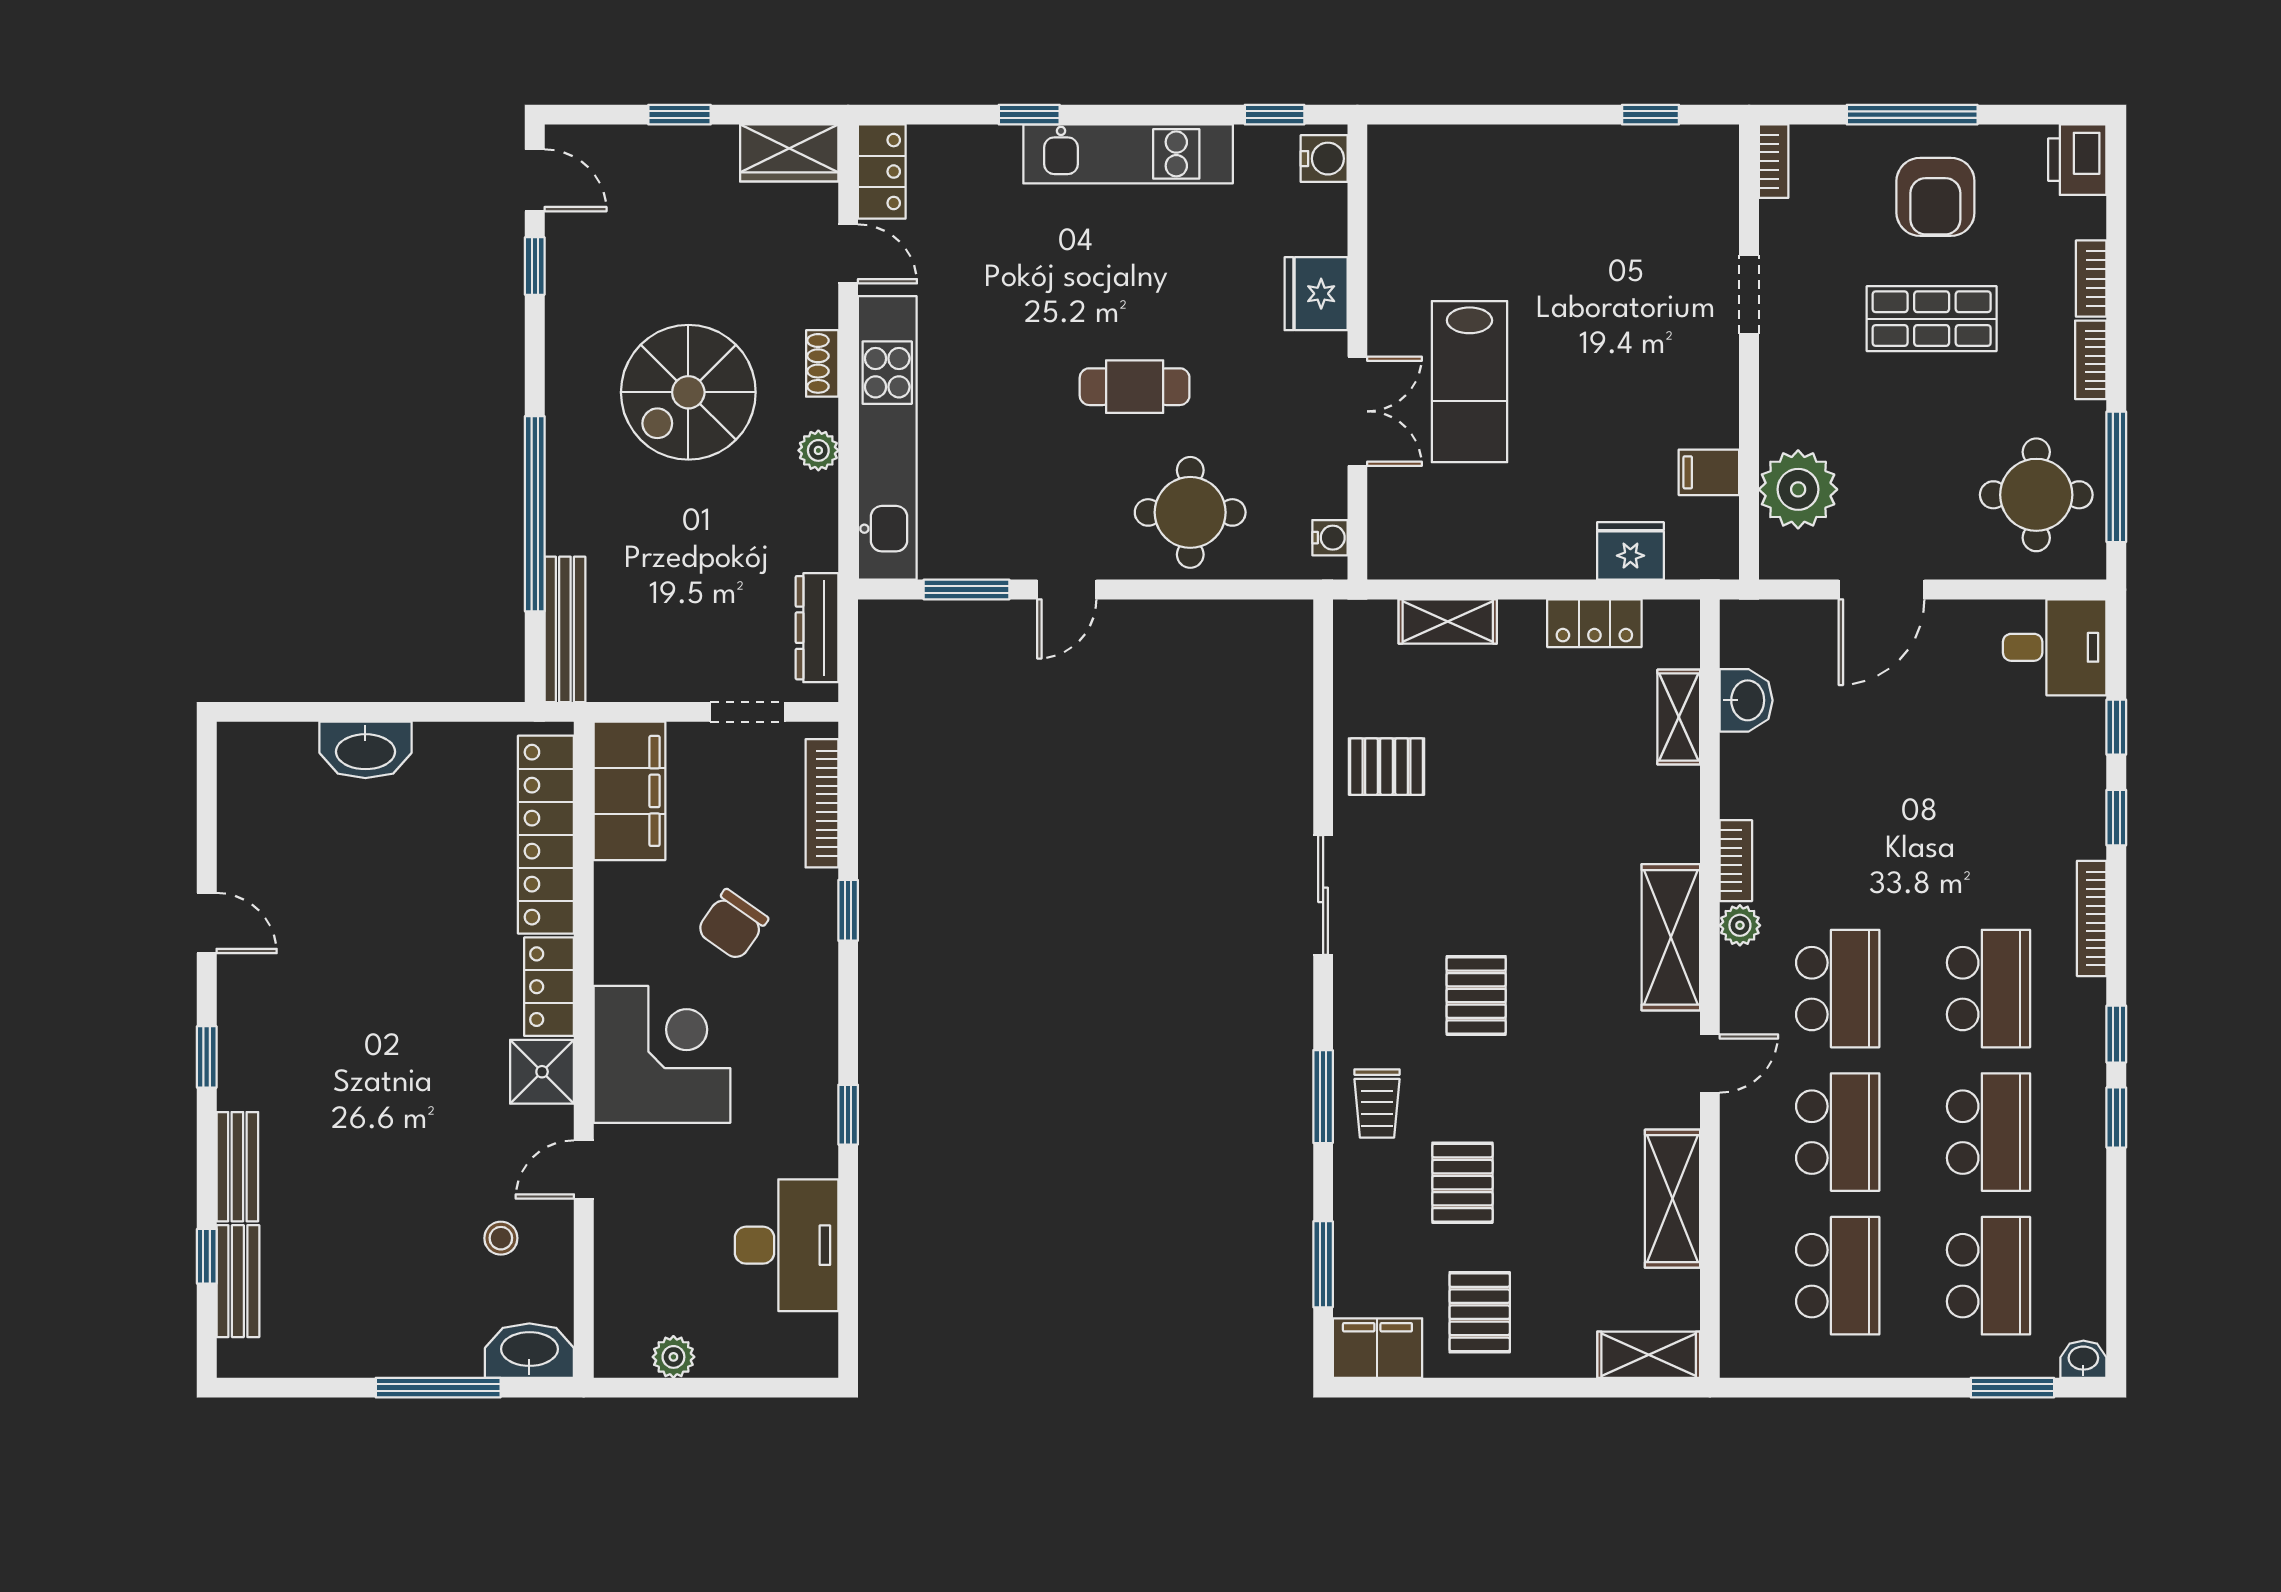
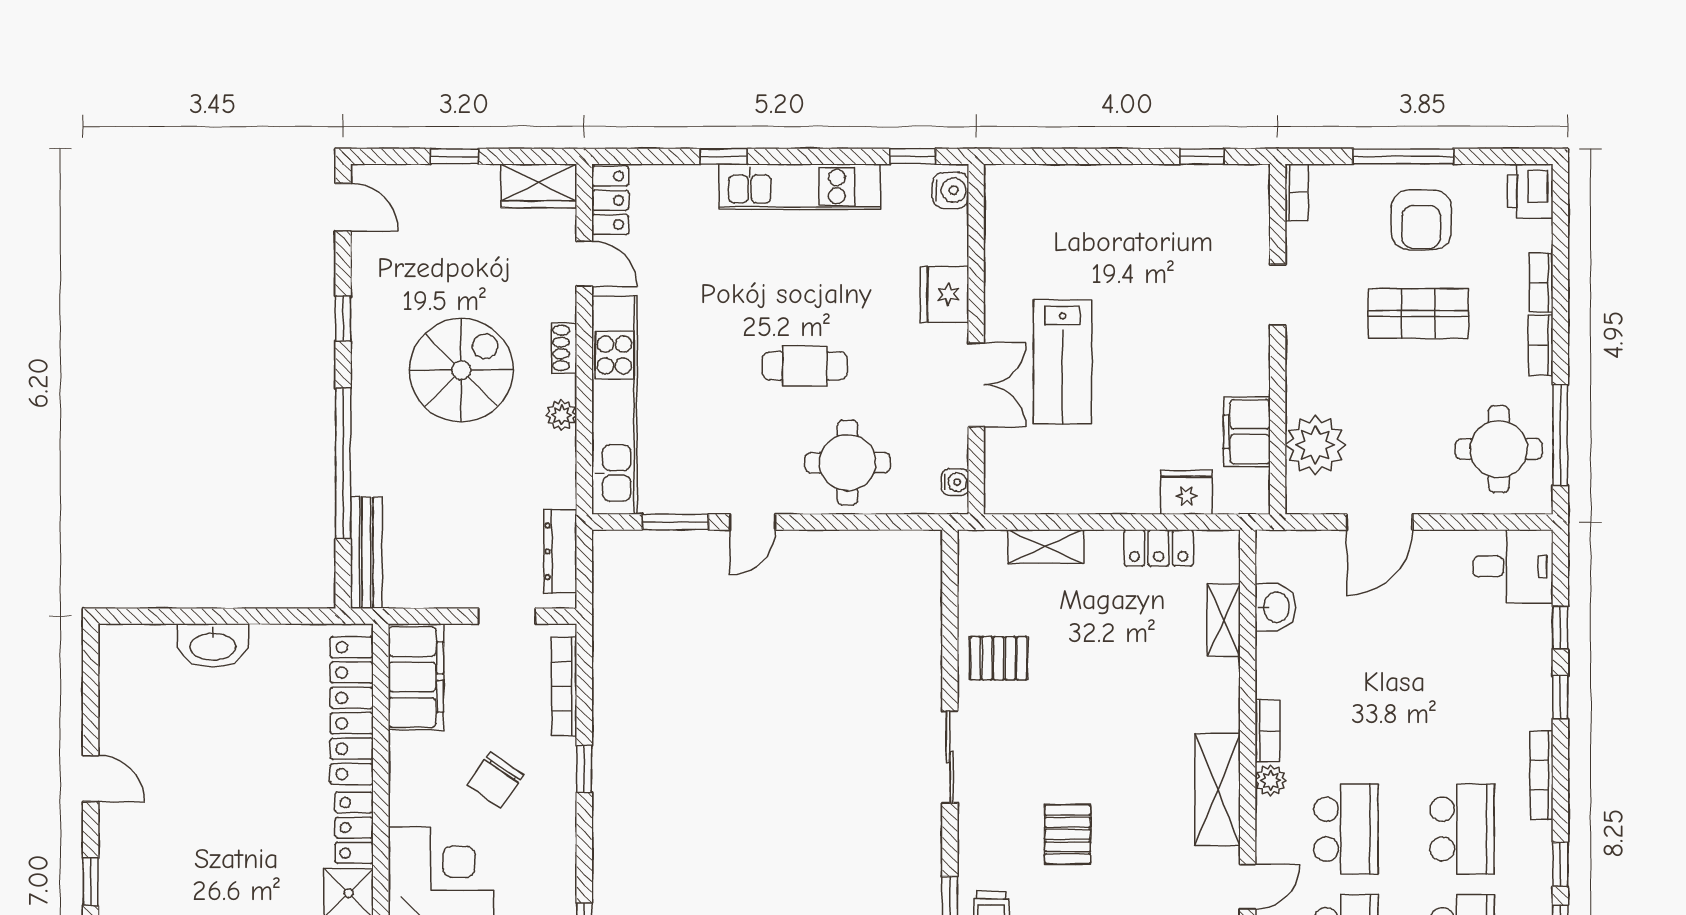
window: (535, 266) -> (343, 318), moved
spiral stairs: (688, 392) -> (461, 370), turned 180
filing cabinet: (1709, 472) -> (1247, 432), width x2.00

